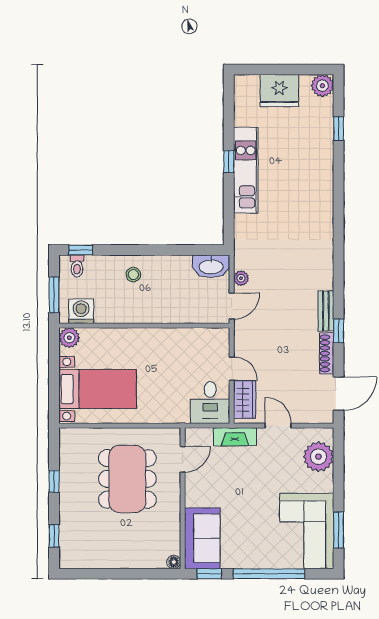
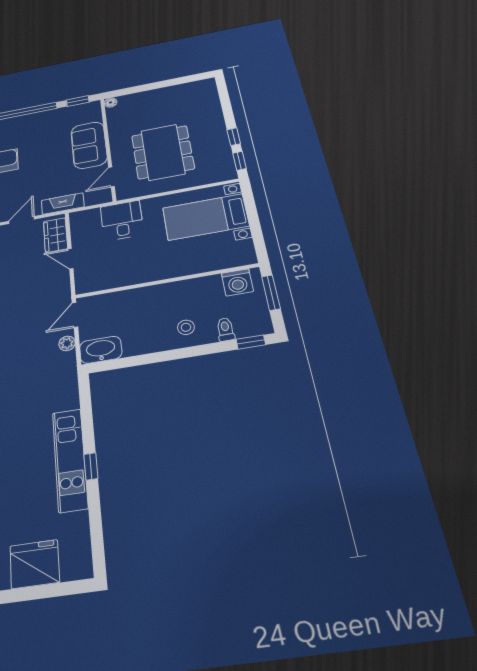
toilet: (77, 266) -> (225, 329), moved
plant: (69, 338) -> (245, 256), removed
desk: (210, 403) -> (122, 221), moved
door: (278, 426) -> (22, 220), swing flipped
window: (54, 536) -> (239, 161), moved
sofa: (202, 538) -> (89, 145), moved

